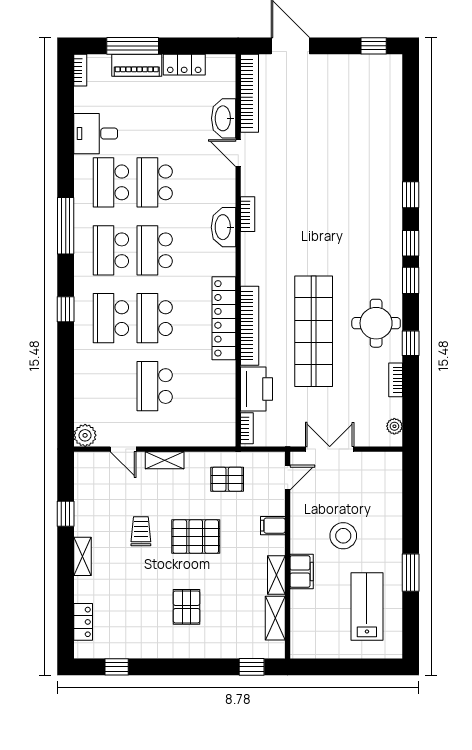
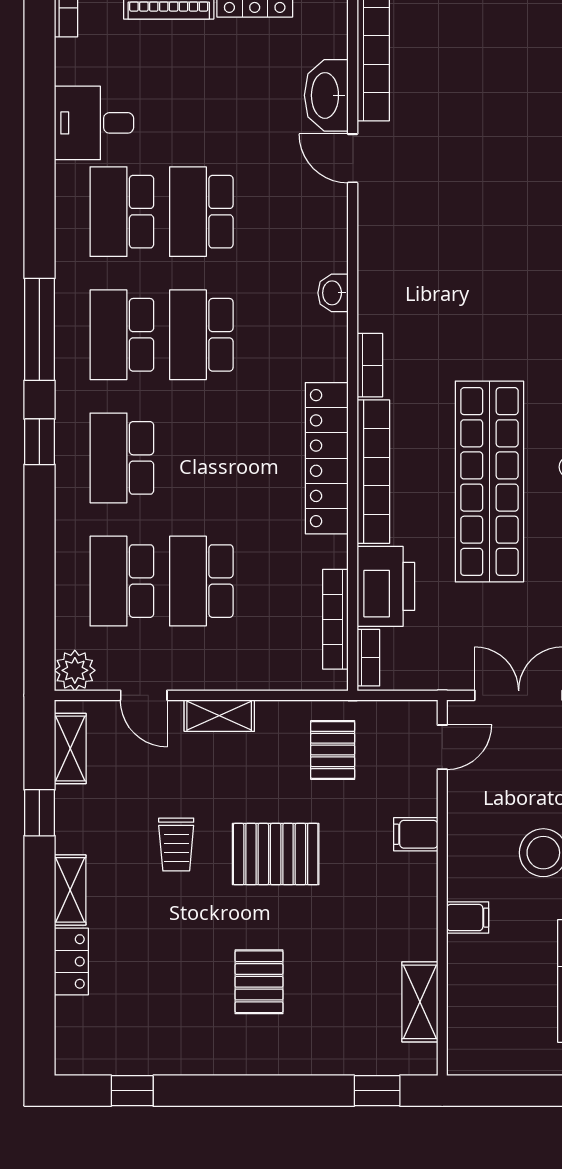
bookcase: (248, 214) -> (370, 365), moved
window: (66, 226) -> (39, 329), moved
washbasin: (224, 227) -> (333, 293), width x0.52, depth x0.69
school desk: (155, 318) -> (122, 581), moved
bookcase: (229, 407) -> (335, 619), added
pallet: (227, 479) -> (333, 750), turned 90
trolley: (141, 531) -> (176, 844), turned 180
filing cabinet: (302, 572) -> (468, 918), width x0.50
shelving: (276, 575) -> (70, 749), moved
locker: (83, 622) -> (71, 961), moved

